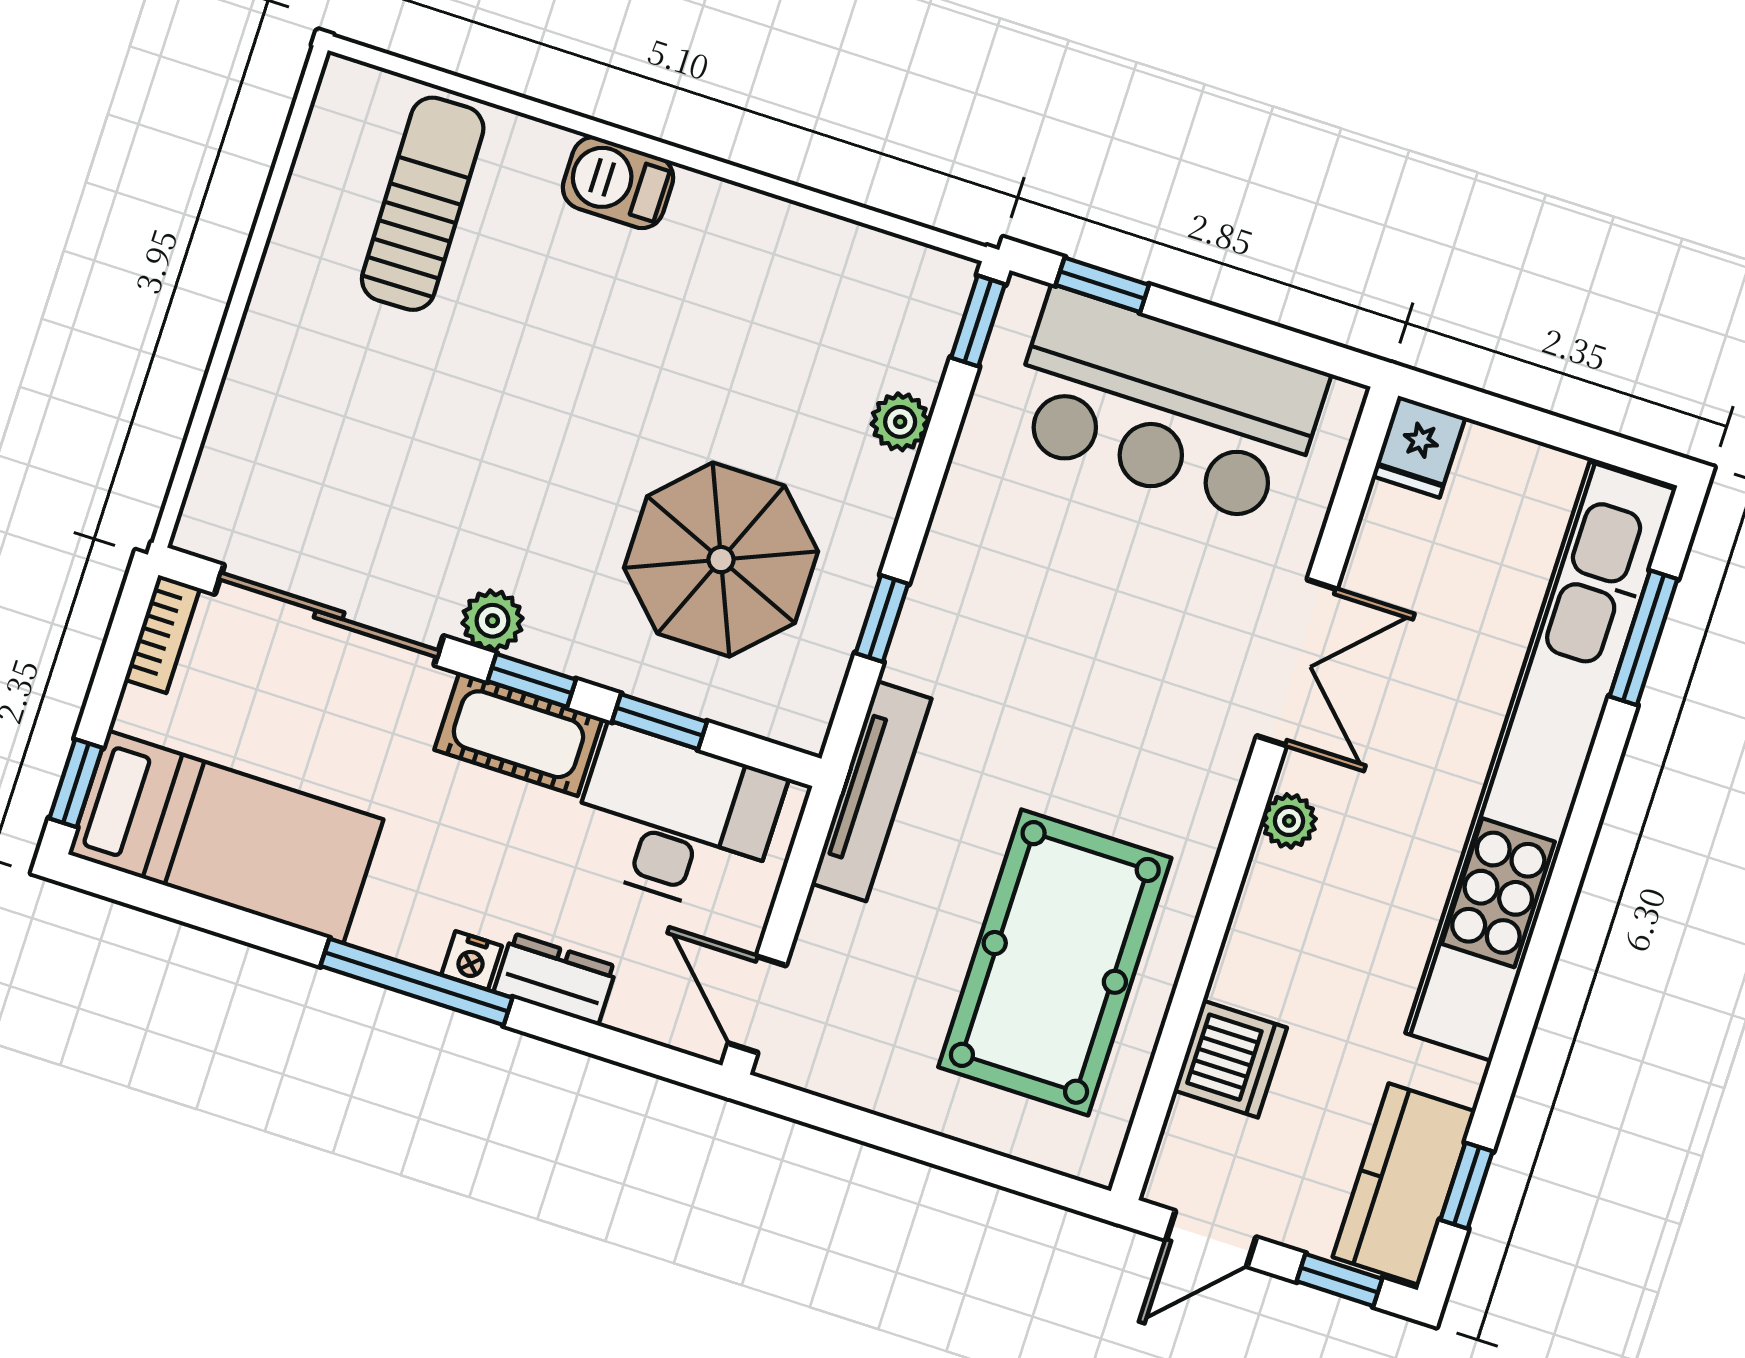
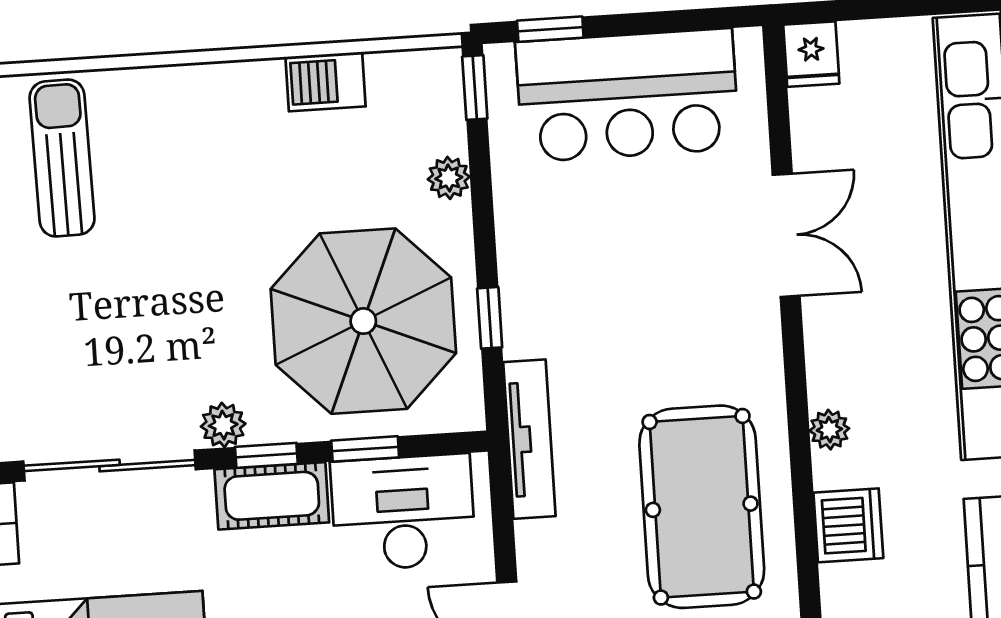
barbecue: (618, 183) -> (325, 82), moved
parasol: (721, 560) -> (363, 321), width x1.36, depth x1.36
plant: (1289, 821) -> (829, 430), moved

